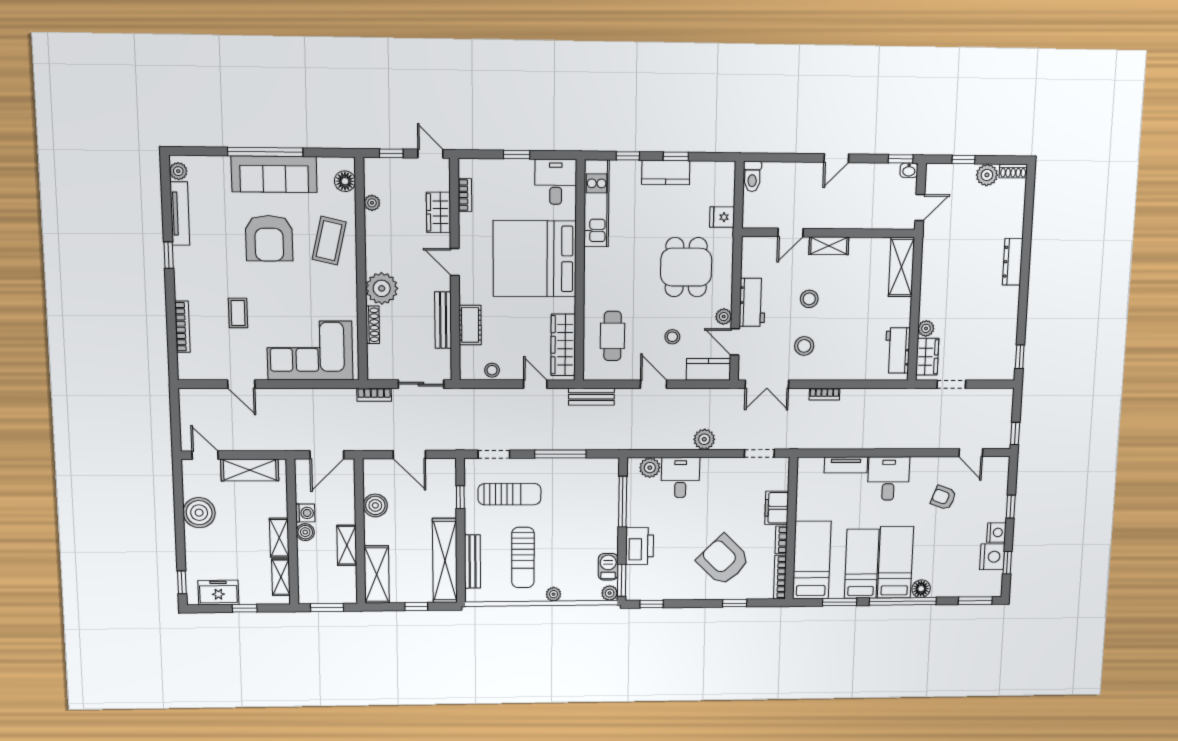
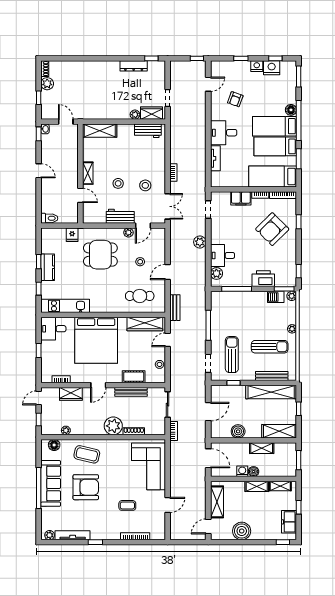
dresser: (1013, 262) -> (134, 66), moved
kitchen counter: (708, 369) -> (159, 241), removed

